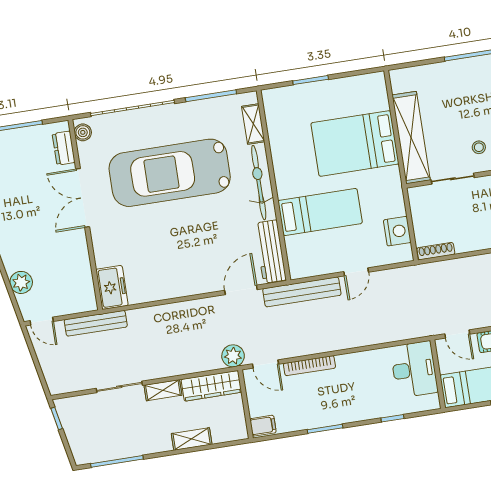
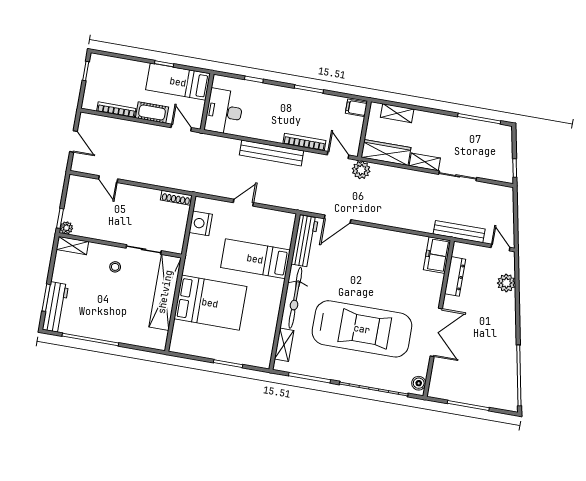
dresser: (64, 148) -> (455, 276), moved, width x1.44
bench: (302, 292) -> (271, 153), moved
shelving: (192, 439) -> (397, 113), moved

